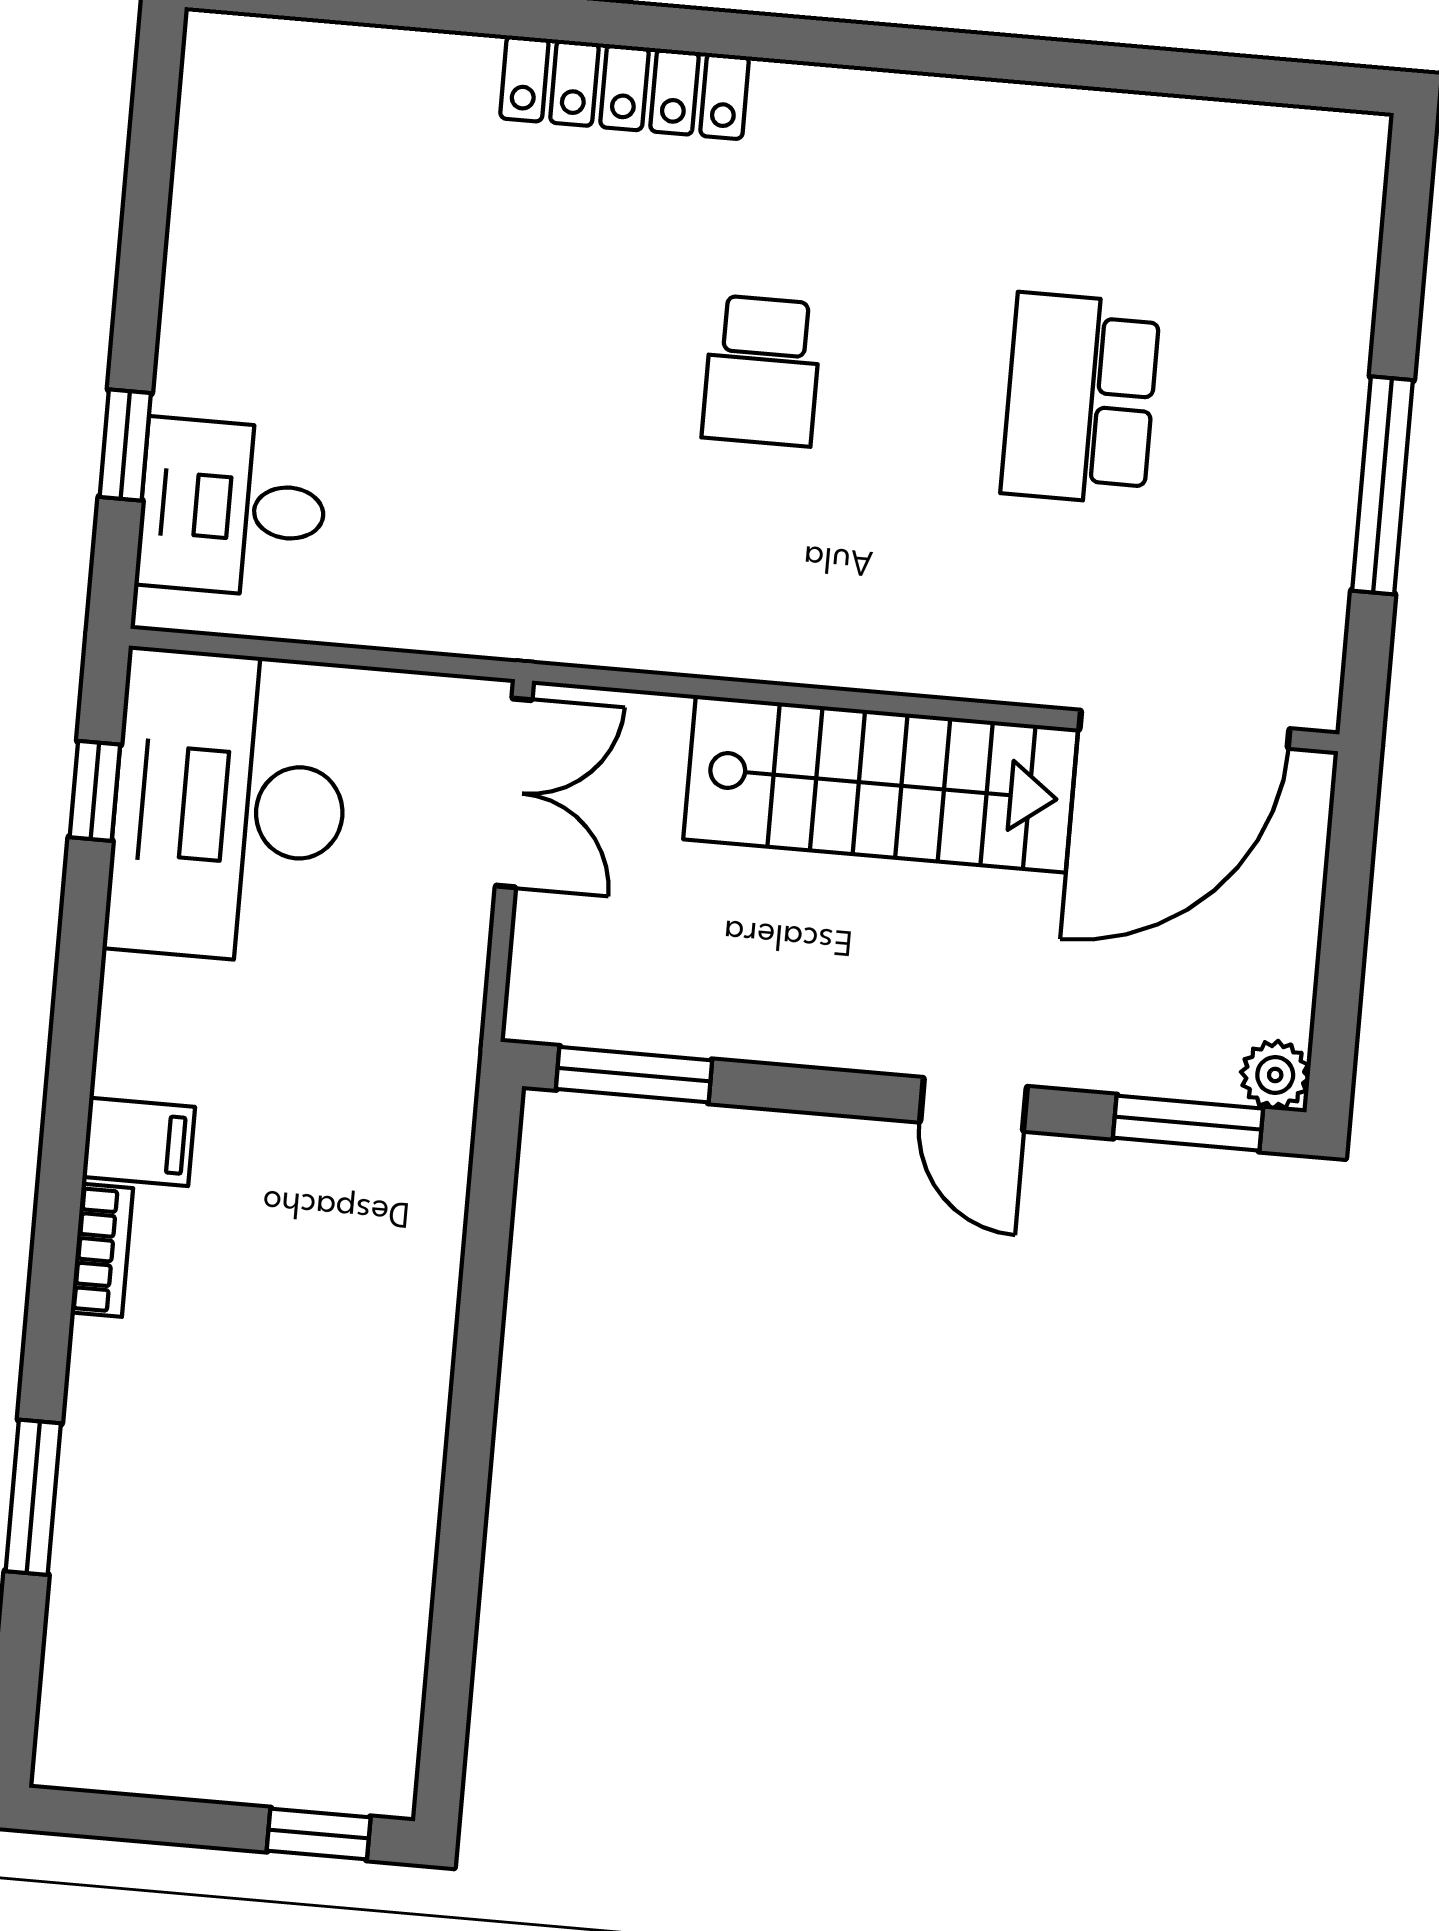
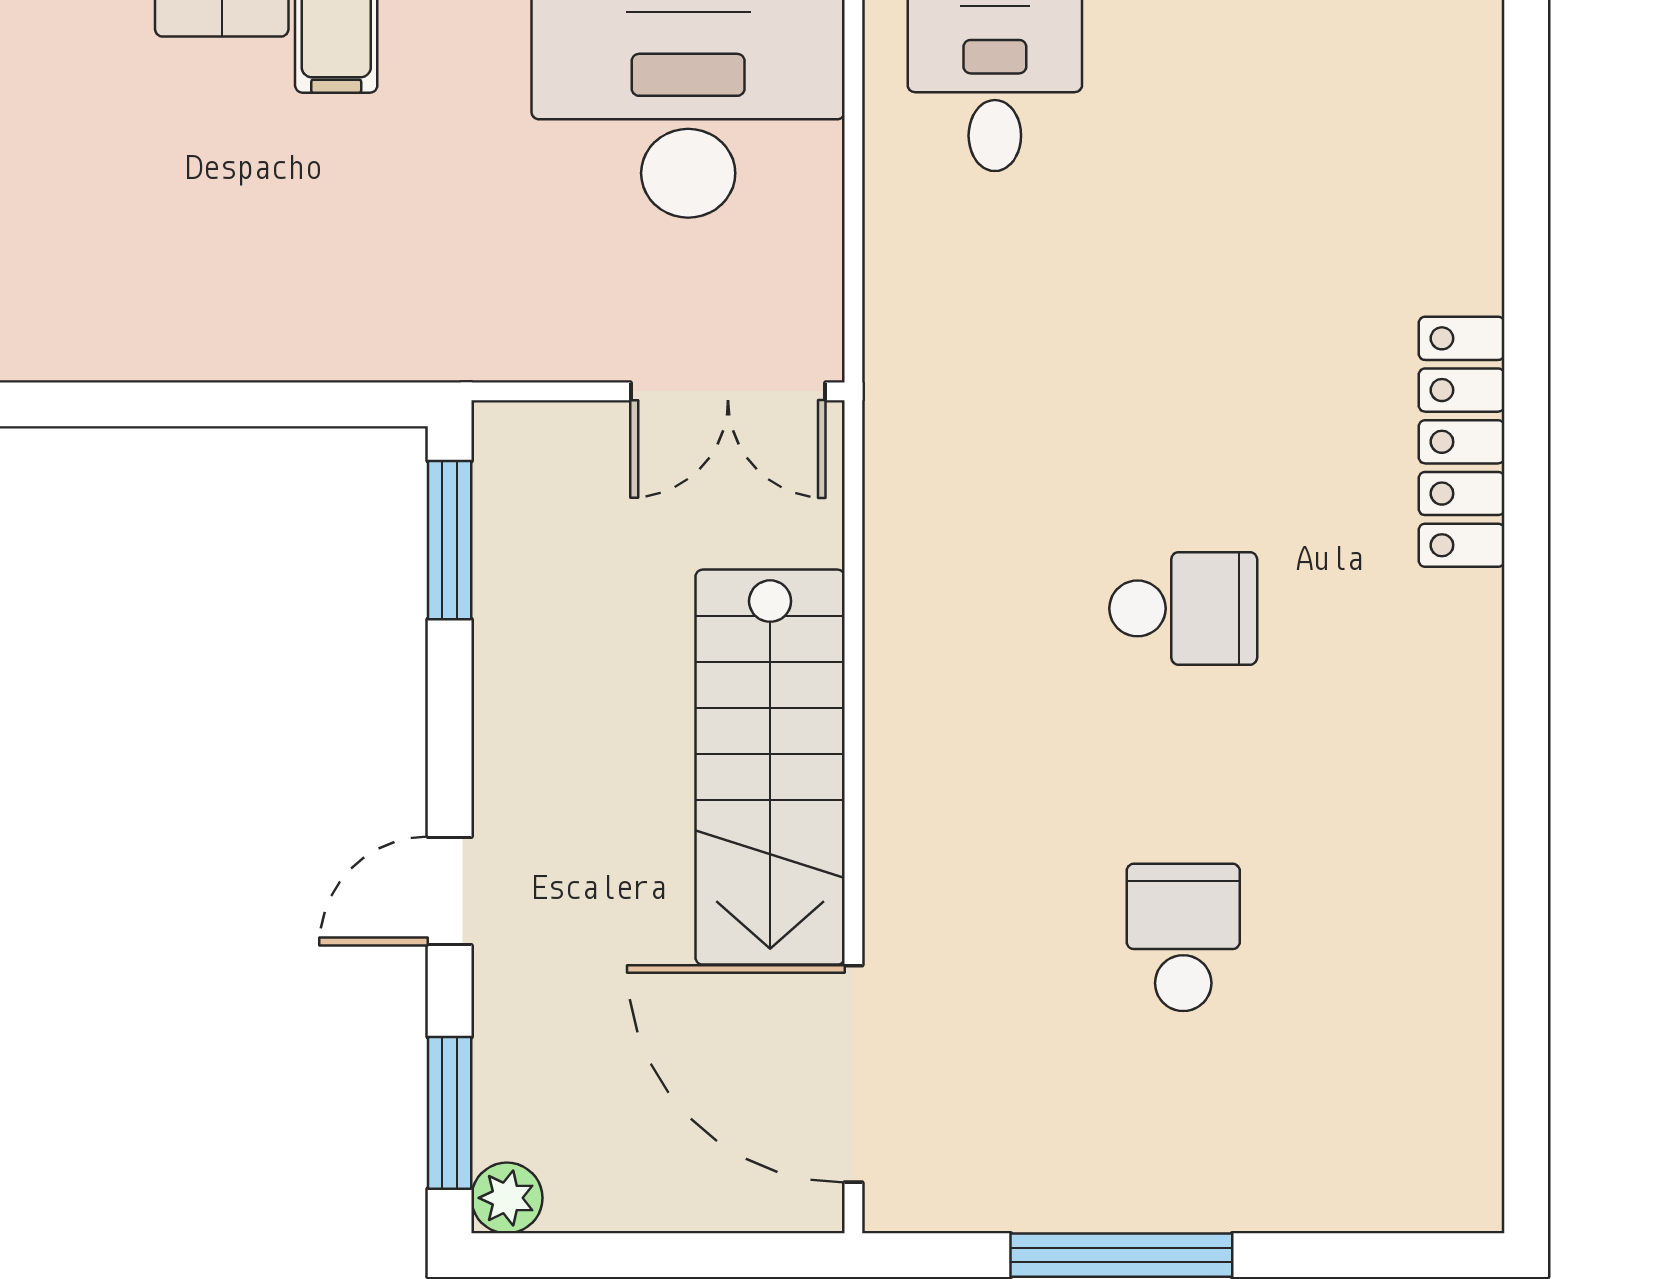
school desk: (762, 371) -> (1183, 608), turned 180
school desk: (1080, 399) -> (1183, 937), width x0.54

